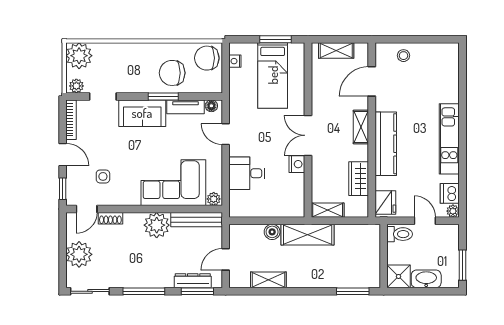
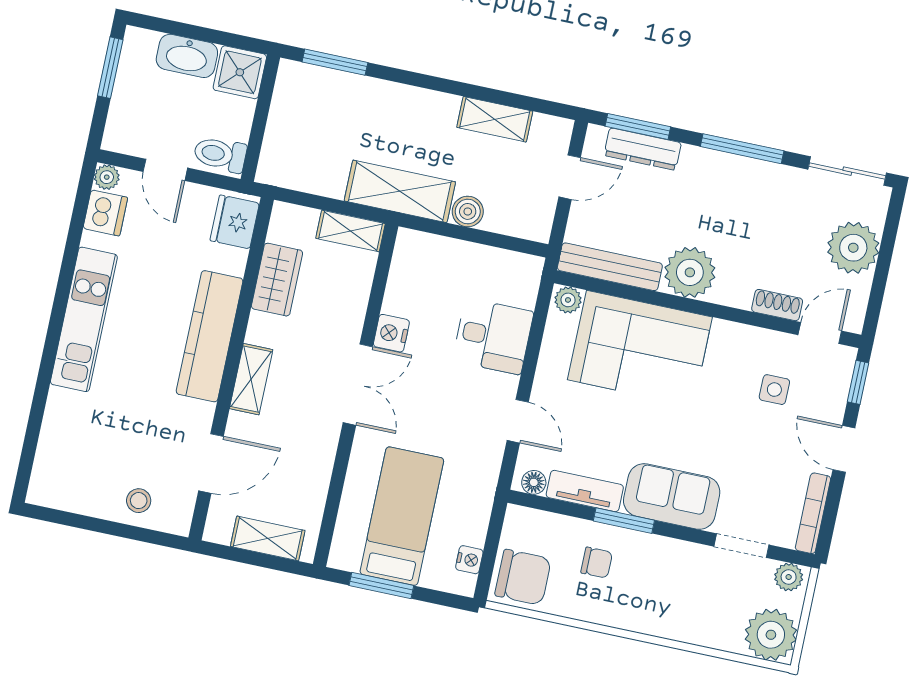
chair: (172, 73) -> (597, 563), width x0.54, depth x0.54

